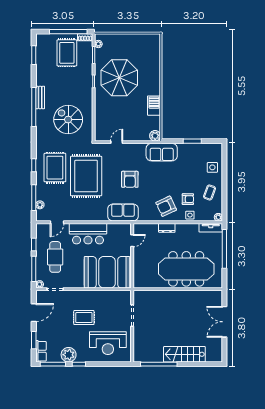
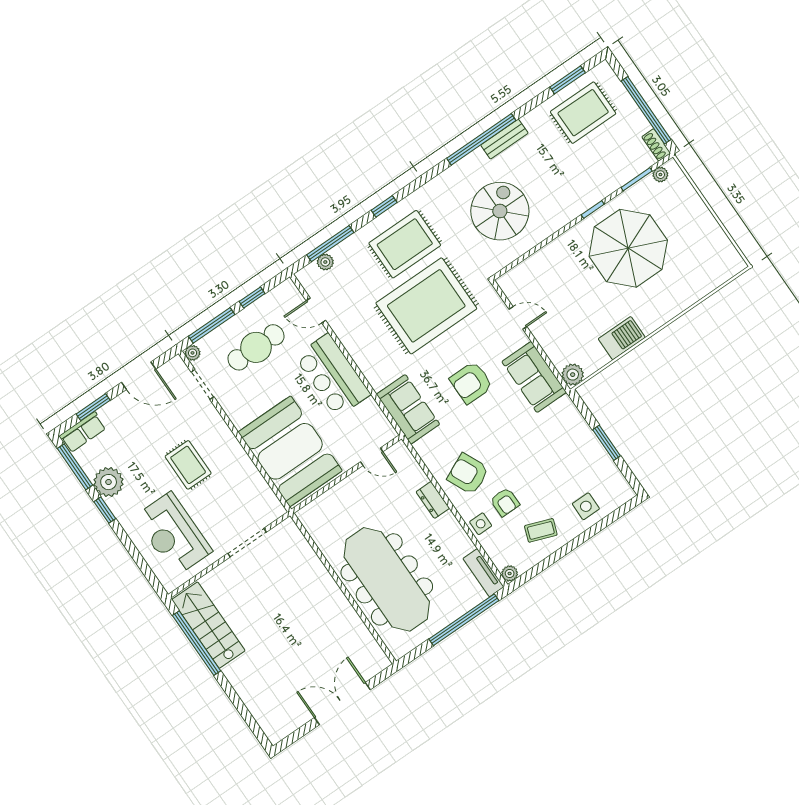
rug: (67, 53) -> (583, 113), moved
sofa: (162, 152) -> (534, 377), moved
stairs: (184, 354) -> (208, 625), moved

